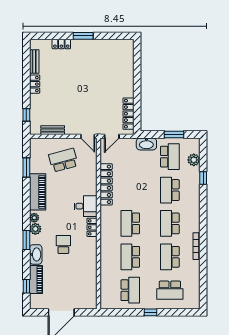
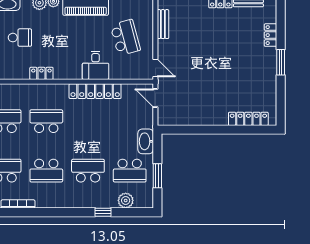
locker: (128, 114) -> (248, 119), moved
door: (88, 136) -> (155, 68), swing flipped
desk: (86, 206) -> (96, 65), moved
school desk: (170, 223) -> (46, 171), turned 180

